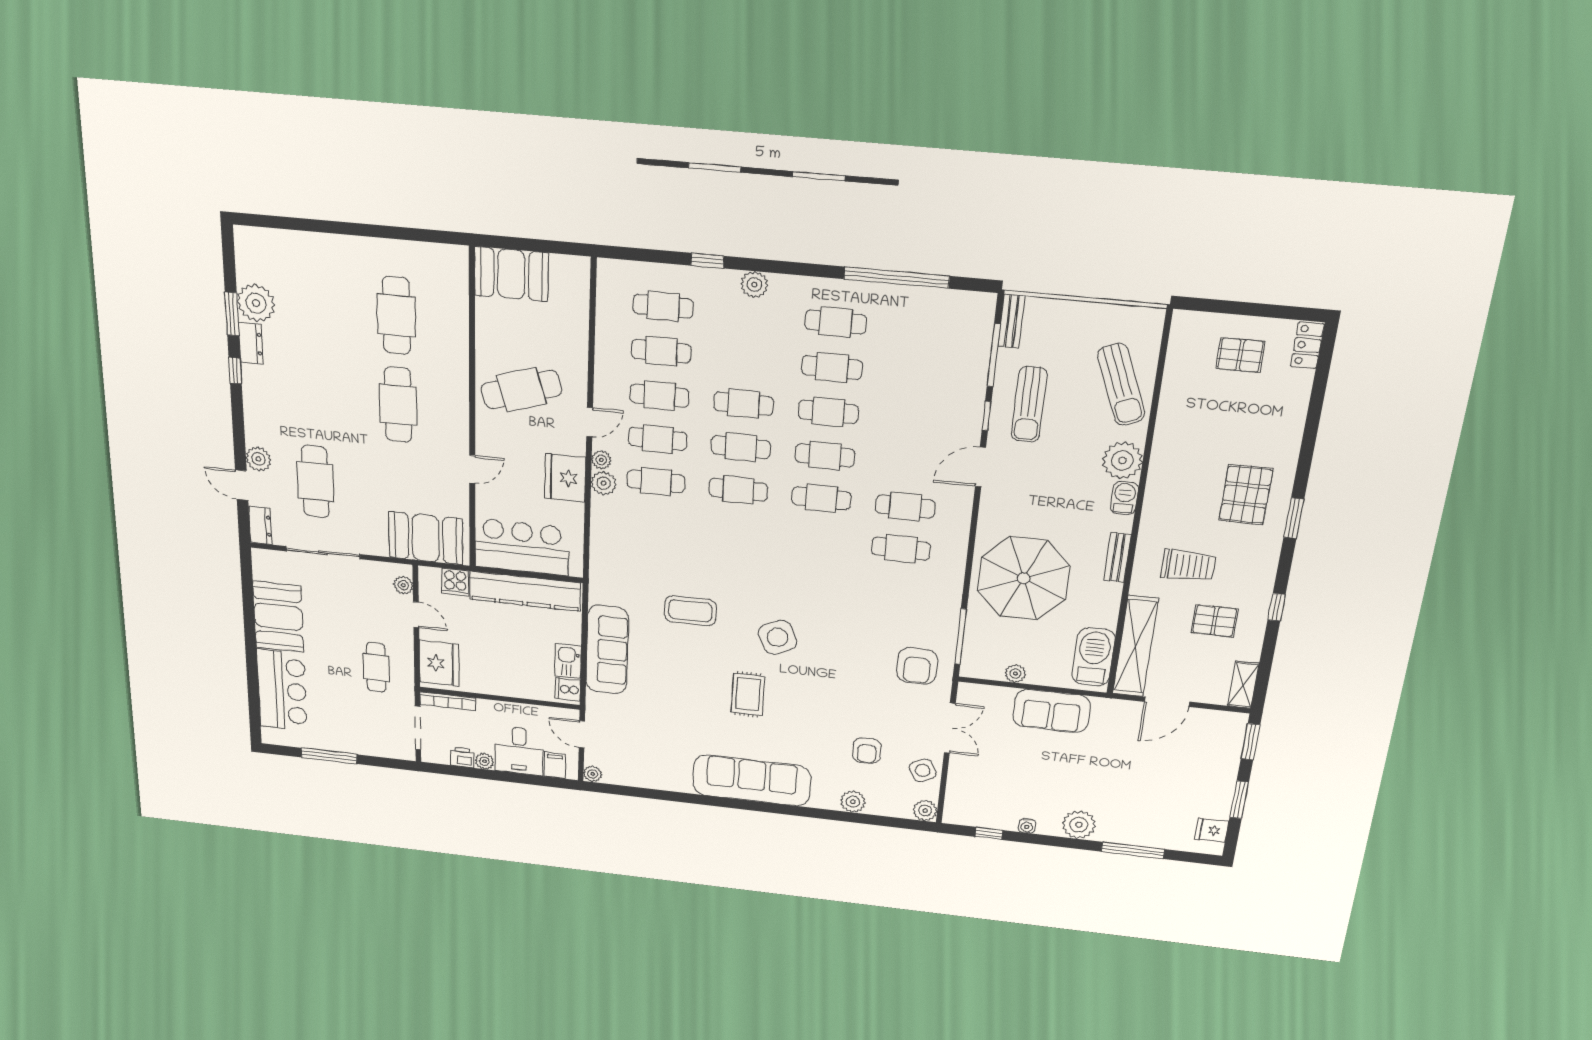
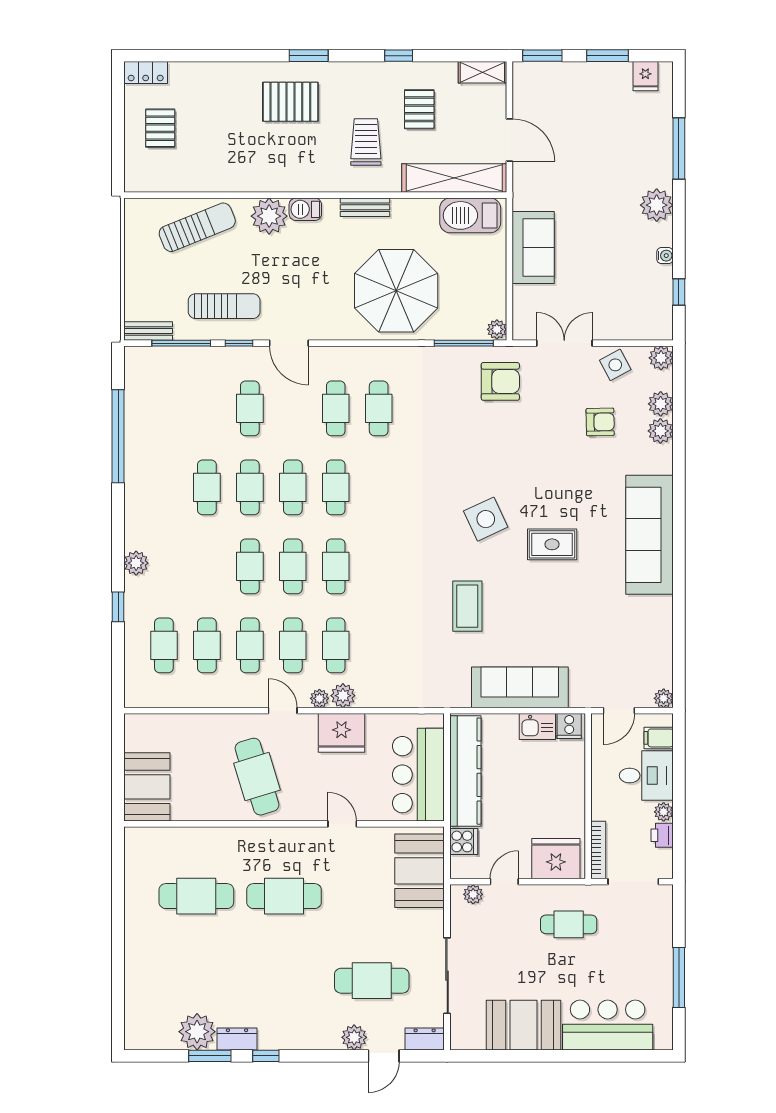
cafe table: (836, 322) -> (250, 408), moved
plant: (1015, 674) -> (497, 329), moved
plant: (880, 805) -> (661, 404), added

